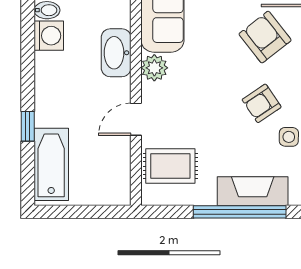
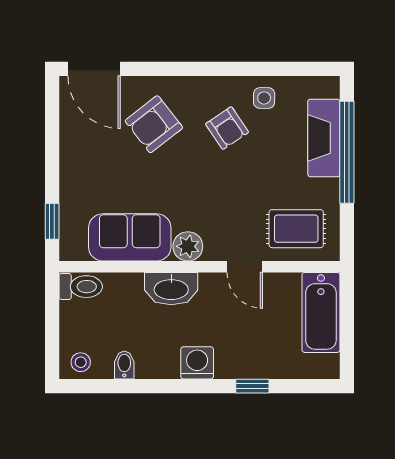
washing machine: (49, 36) -> (197, 363), moved
bathtub: (51, 164) -> (321, 312), moved, turned -90
rug: (170, 166) -> (296, 229), turned 90

